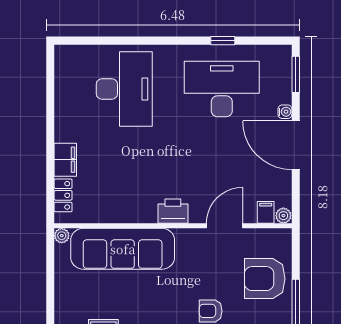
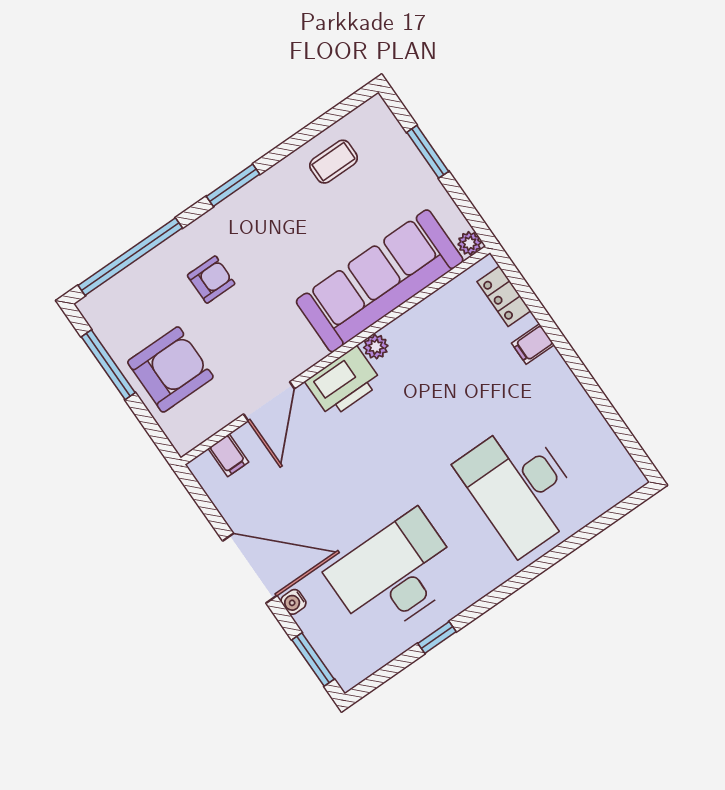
desk: (222, 89) -> (395, 575), turned 180
filing cabinet: (65, 160) -> (533, 344), width x0.50
printer: (173, 211) -> (344, 382), width x1.37, depth x1.19
plant: (283, 216) -> (376, 347), moved
window: (50, 299) -> (428, 152), added

